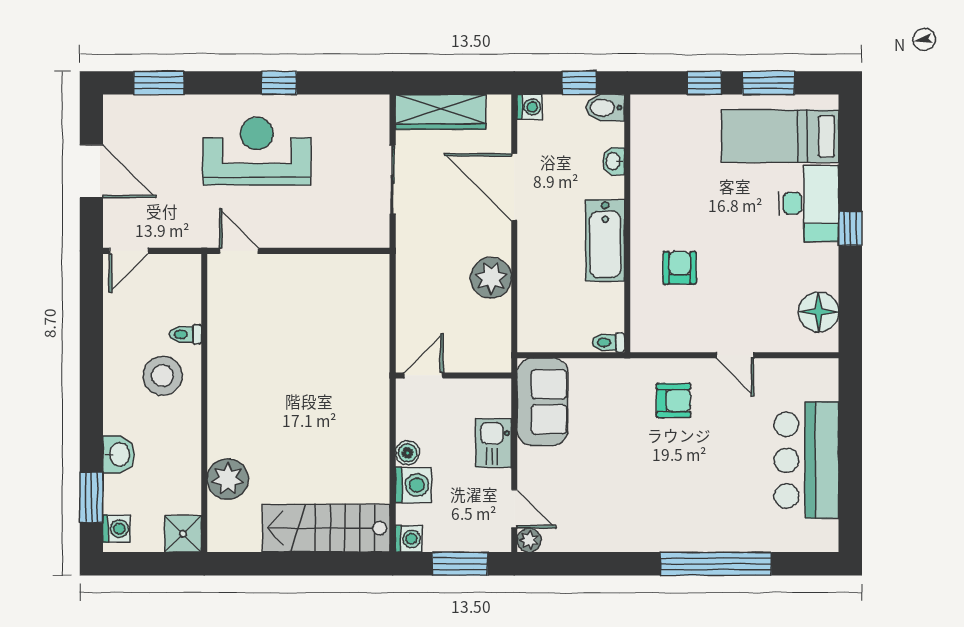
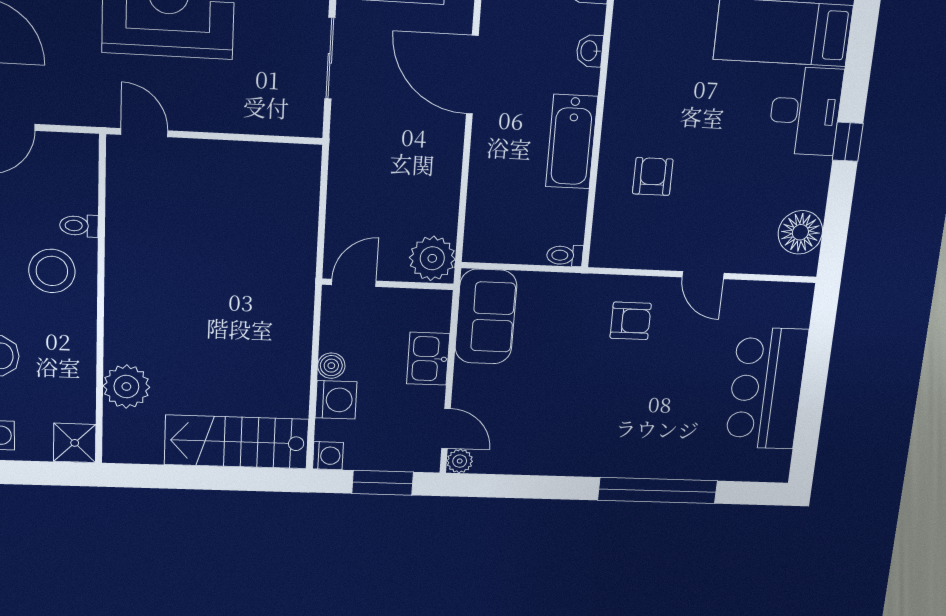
plant: (491, 278) -> (432, 258), moved

